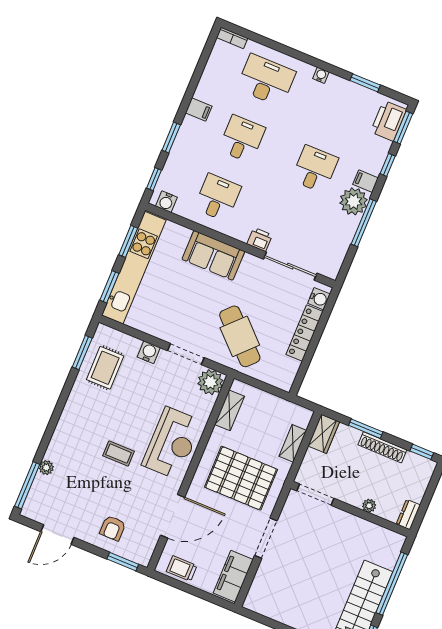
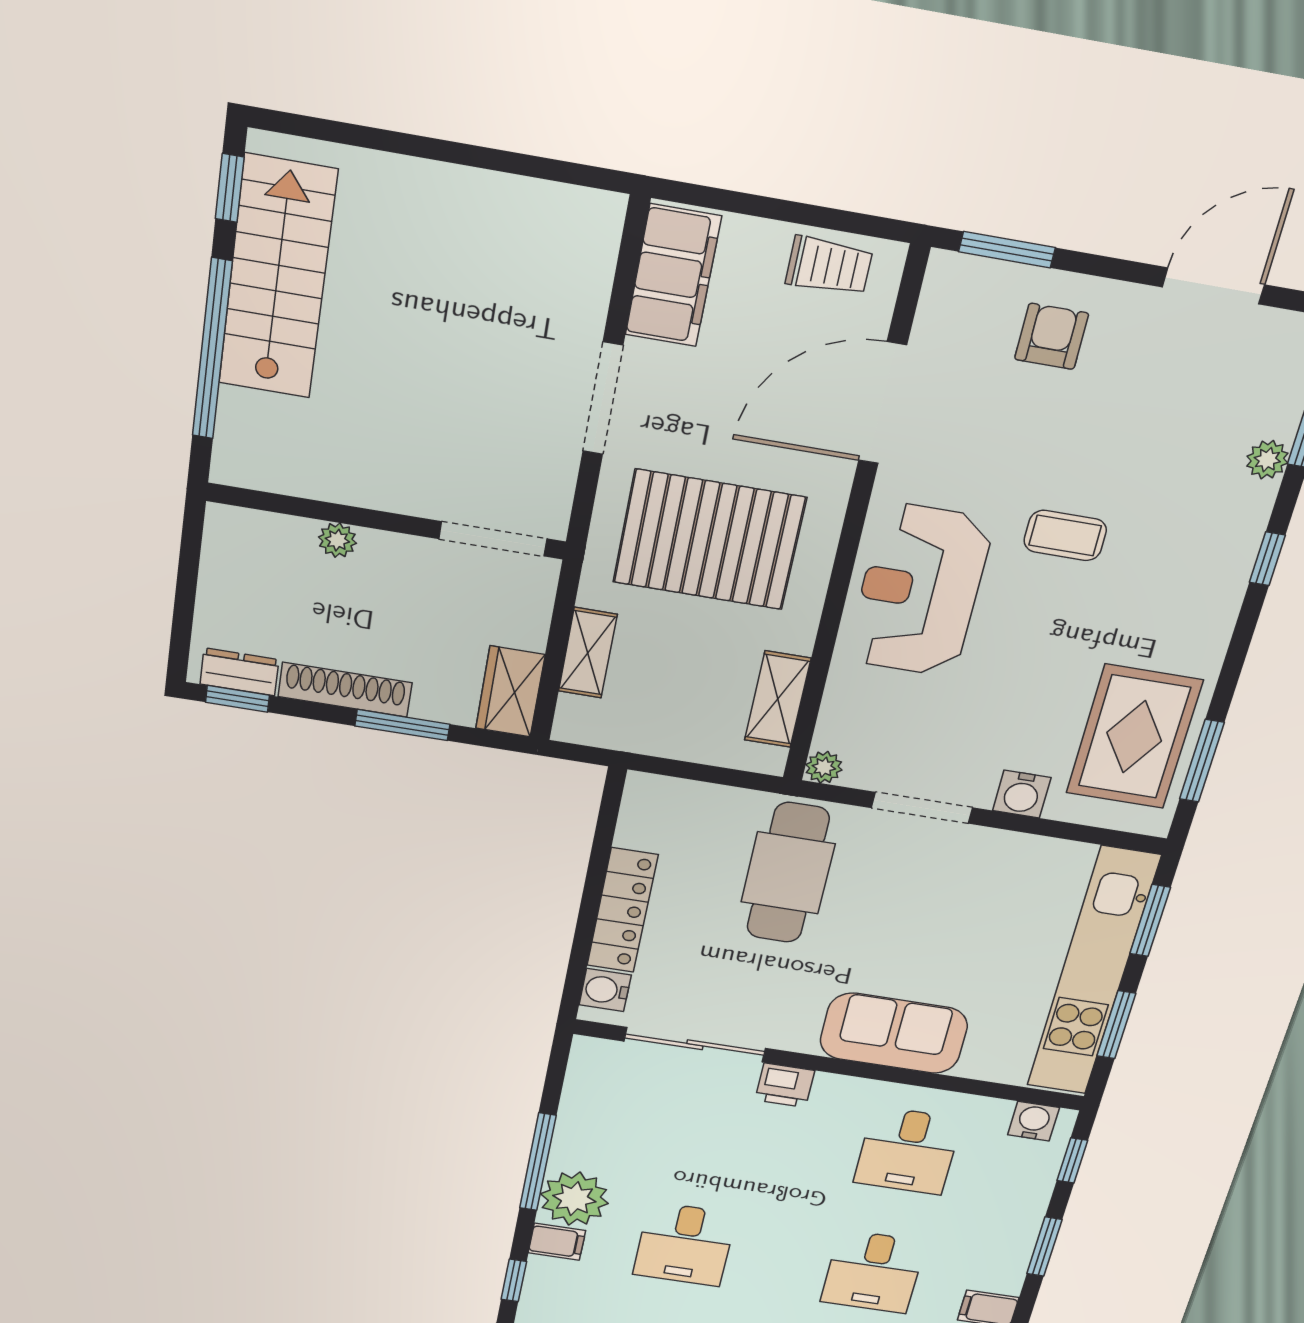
cafe table: (240, 336) -> (788, 873), turned 46
rug: (105, 368) -> (1134, 737), width x1.36, depth x1.43
plant: (210, 382) -> (824, 767), width x0.53, depth x0.53
window: (50, 430) -> (1267, 559), added
dresser: (408, 515) -> (239, 672), moved, turned -90

